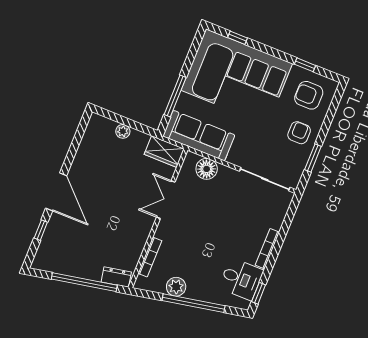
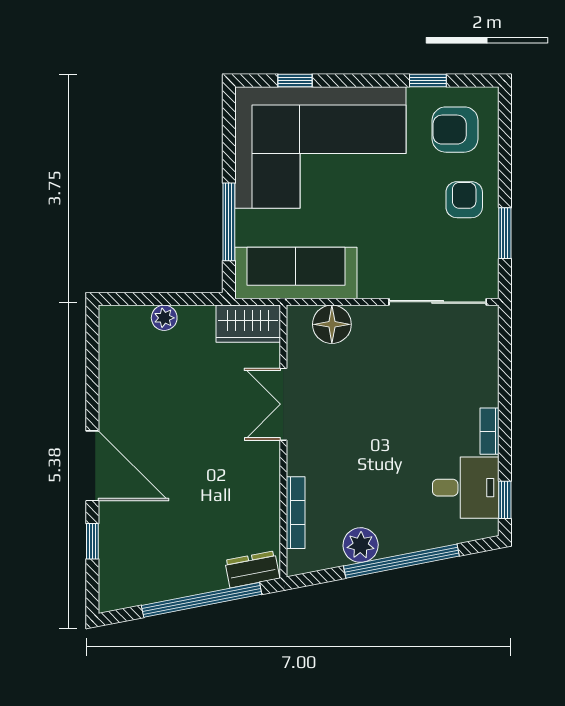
bookcase: (267, 249) -> (490, 431), width x0.64

